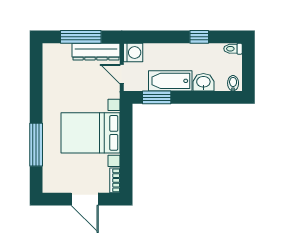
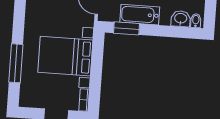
washbasin: (203, 82) -> (181, 19), moved

